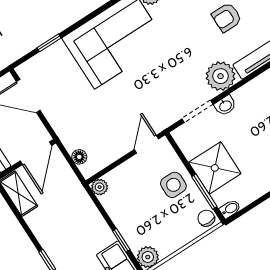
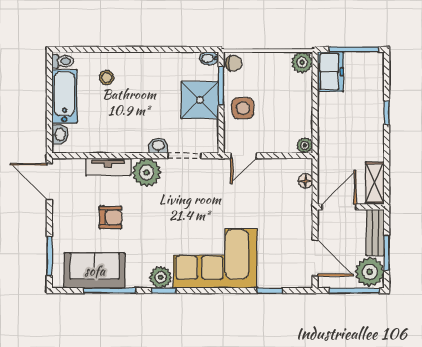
chair: (206, 218) -> (234, 63), turned -90
window: (121, 240) -> (315, 90), removed

